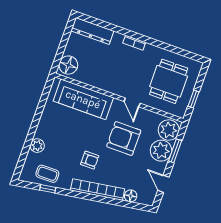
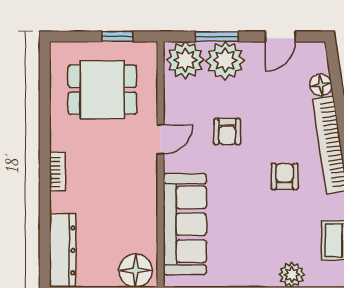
armchair: (124, 139) -> (227, 132), width x0.53, depth x0.53

